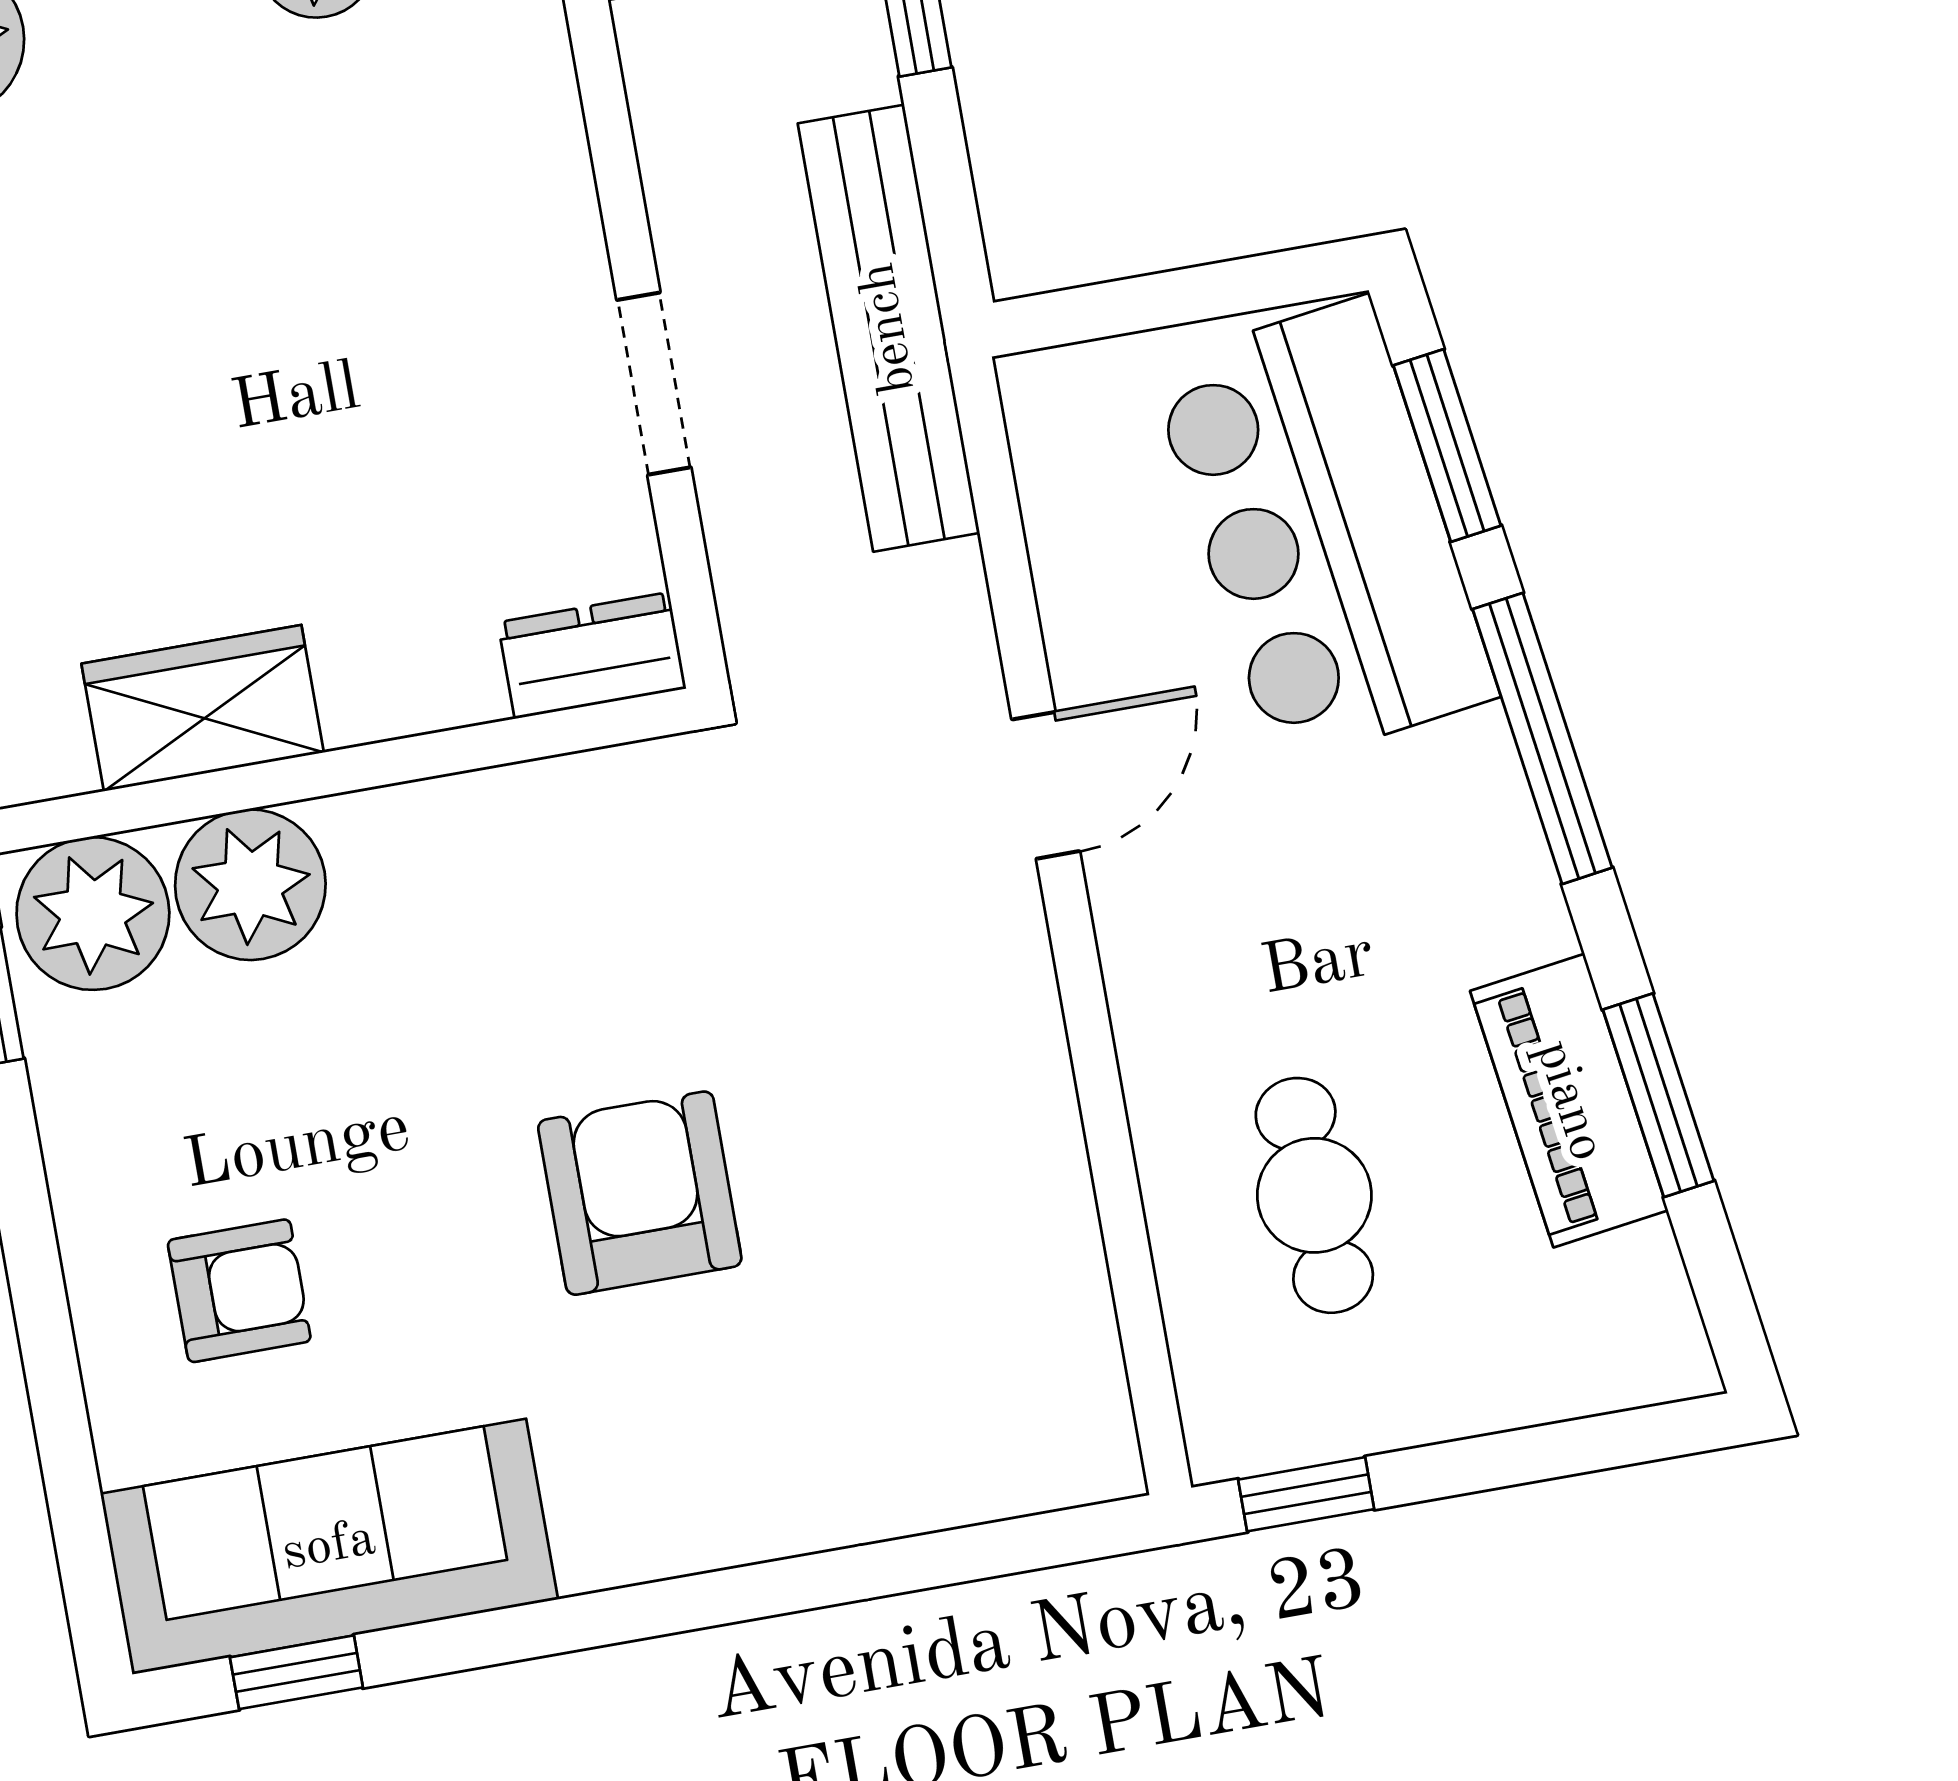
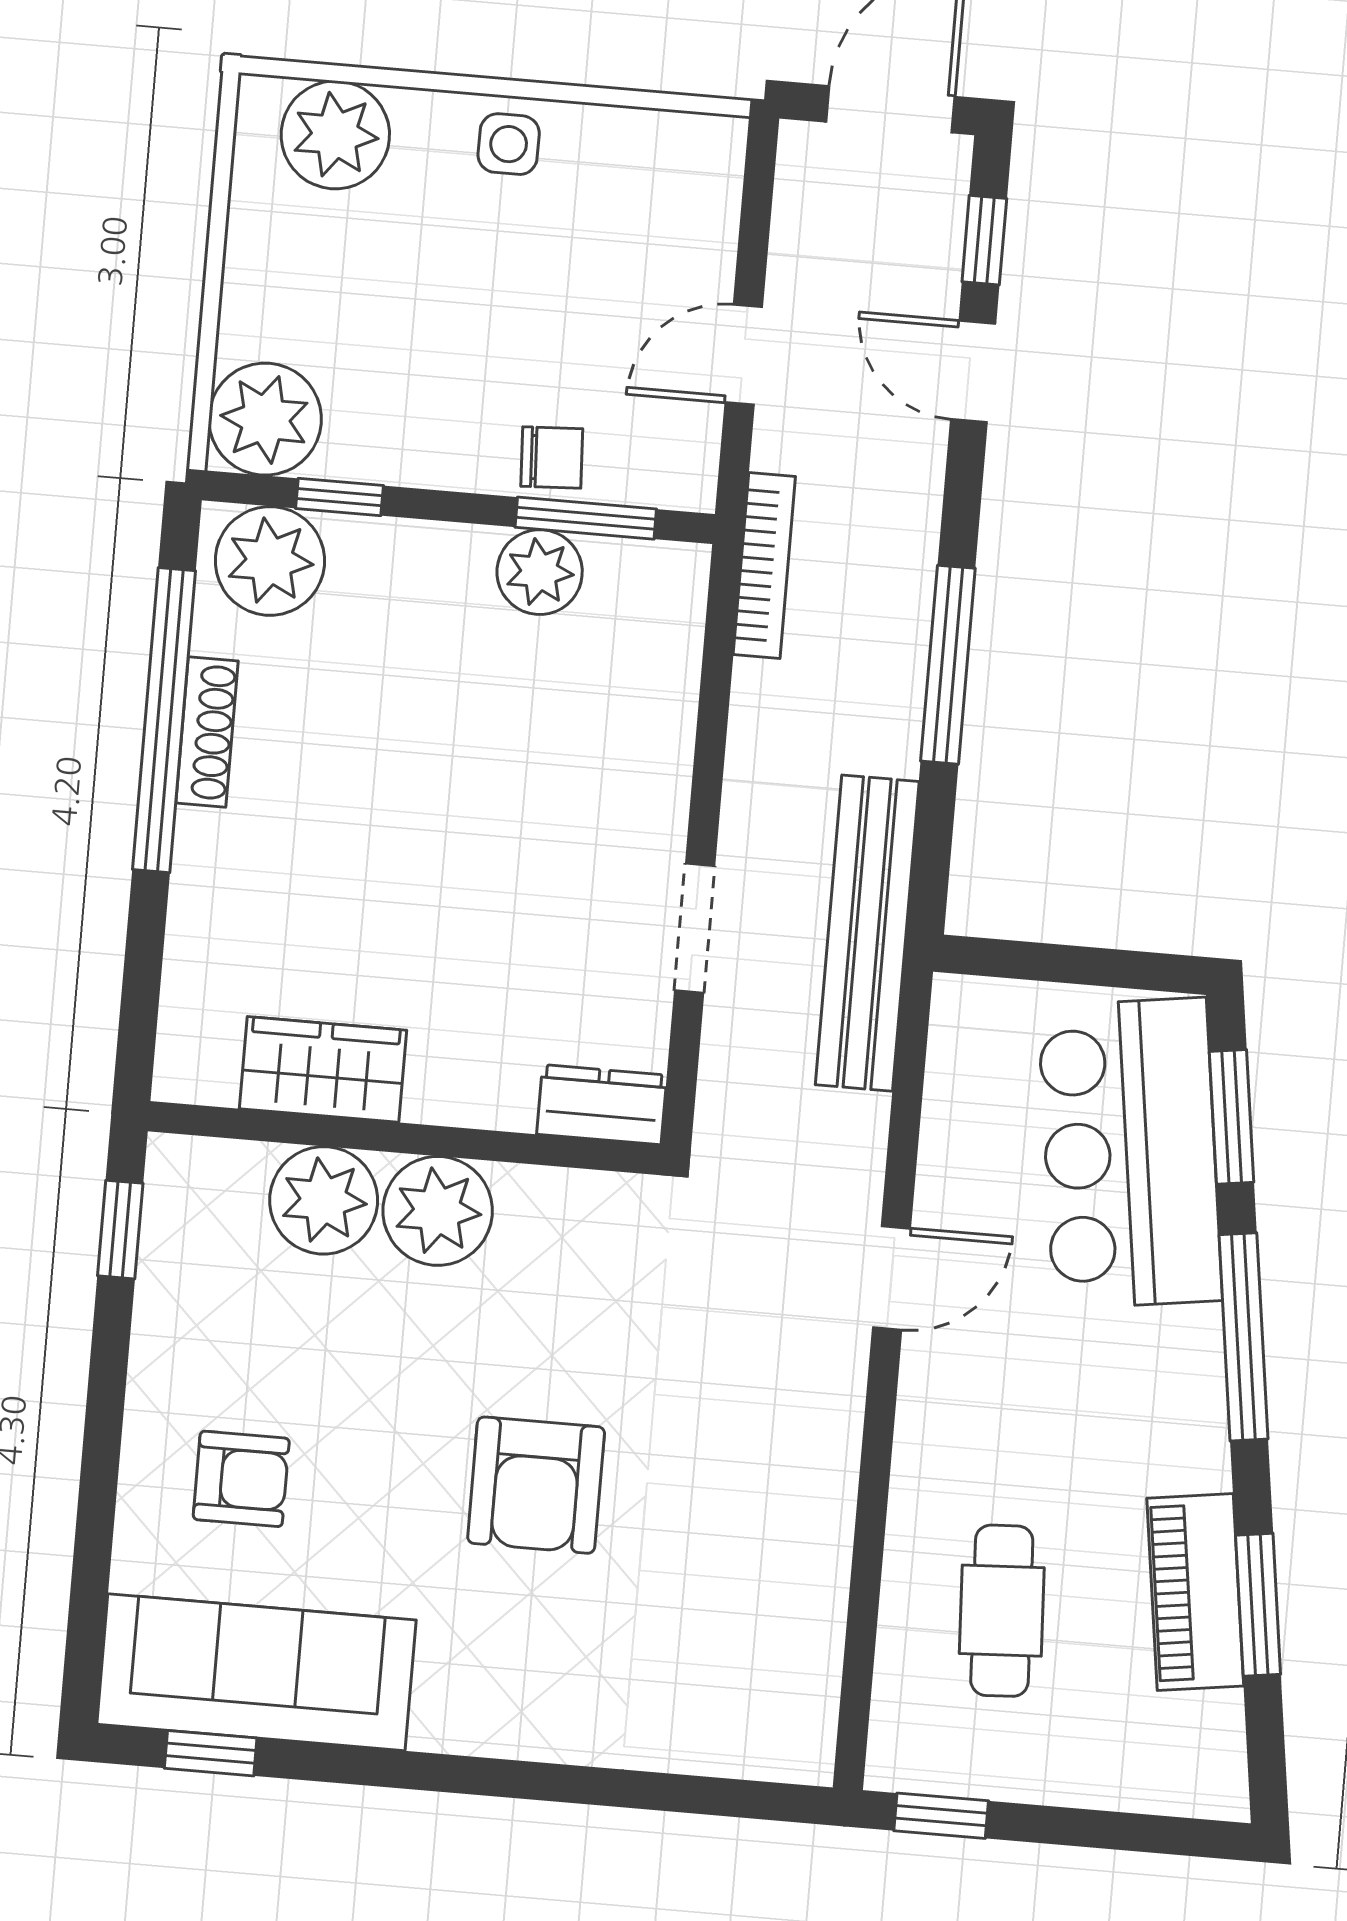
plant: (93, 914) -> (438, 1211), moved
armchair: (640, 1193) -> (536, 1485), turned 180

